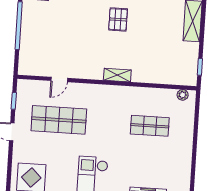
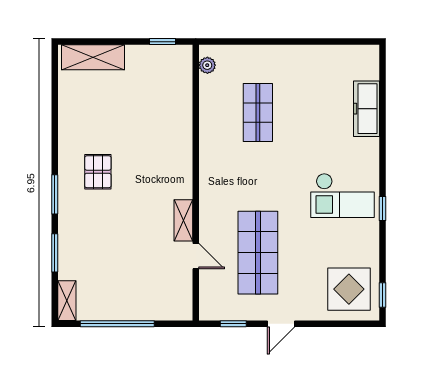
pallet: (118, 19) -> (98, 172), turned 90
shelving: (117, 75) -> (183, 220), moved

